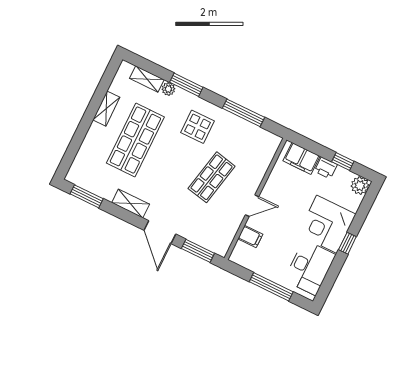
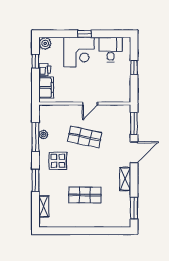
plant: (168, 89) -> (43, 135), moved
shelving: (106, 109) -> (74, 222), removed
shop shelf: (135, 140) -> (85, 195), width x0.70, depth x0.74
door: (252, 206) -> (90, 104), swing flipped
filing cabinet: (250, 236) -> (109, 95), removed
desk: (310, 267) -> (111, 50), width x0.73
window: (271, 287) -> (134, 67), width x0.46

